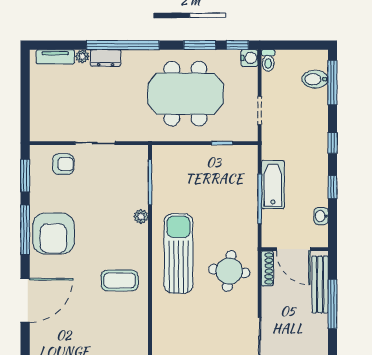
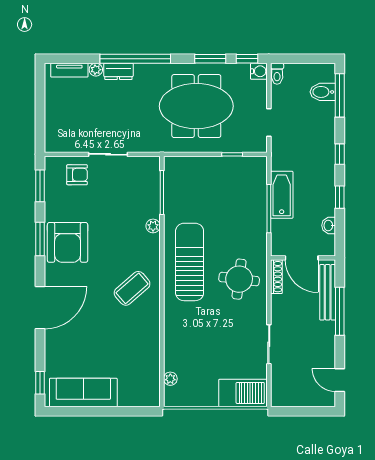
window: (25, 230) -> (40, 239), width x0.69
coffee table: (120, 280) -> (132, 288), turned -41

